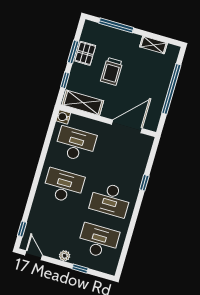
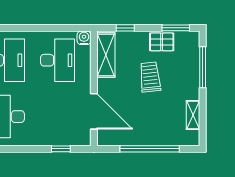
window: (73, 52) -> (176, 28), moved
trolley: (112, 71) -> (150, 77), turned 84
window: (144, 183) -> (61, 149), moved

